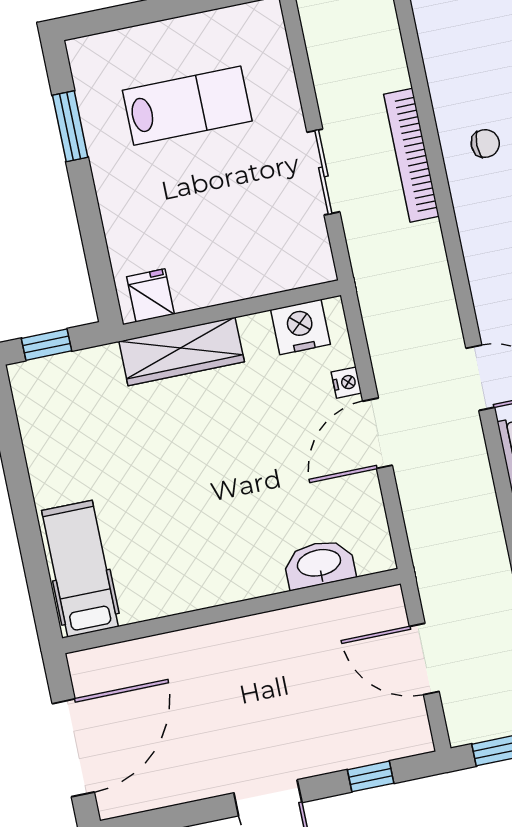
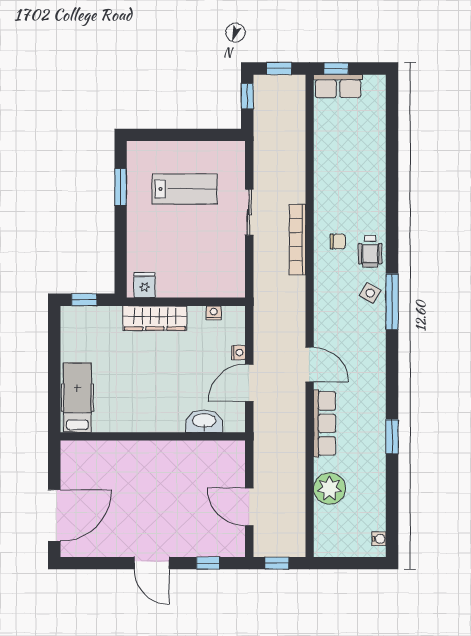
sliding door: (323, 172) -> (249, 212), moved
nightstand: (300, 327) -> (214, 313), width x0.53, depth x0.56
washbasin: (319, 564) -> (204, 421), moved
hospital bed: (80, 569) -> (77, 398), moved
wall: (231, 611) -> (153, 436), moved

